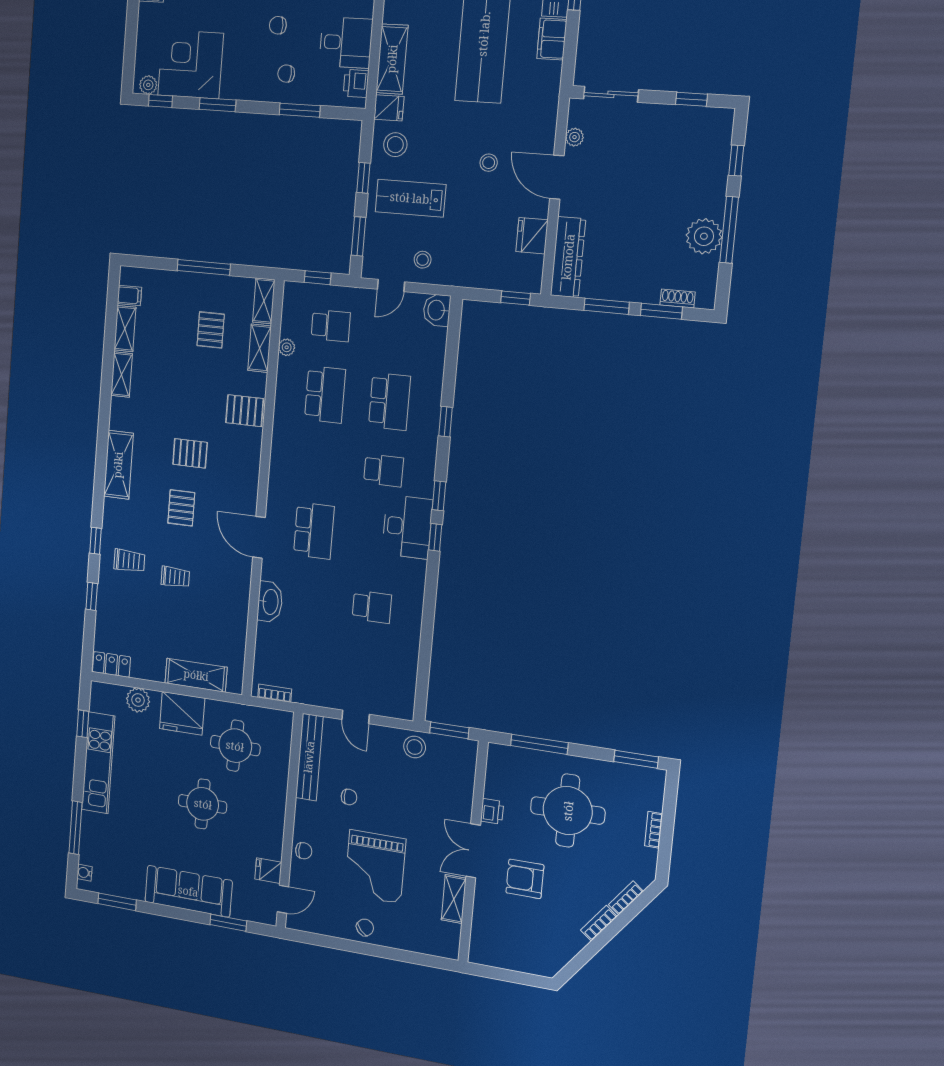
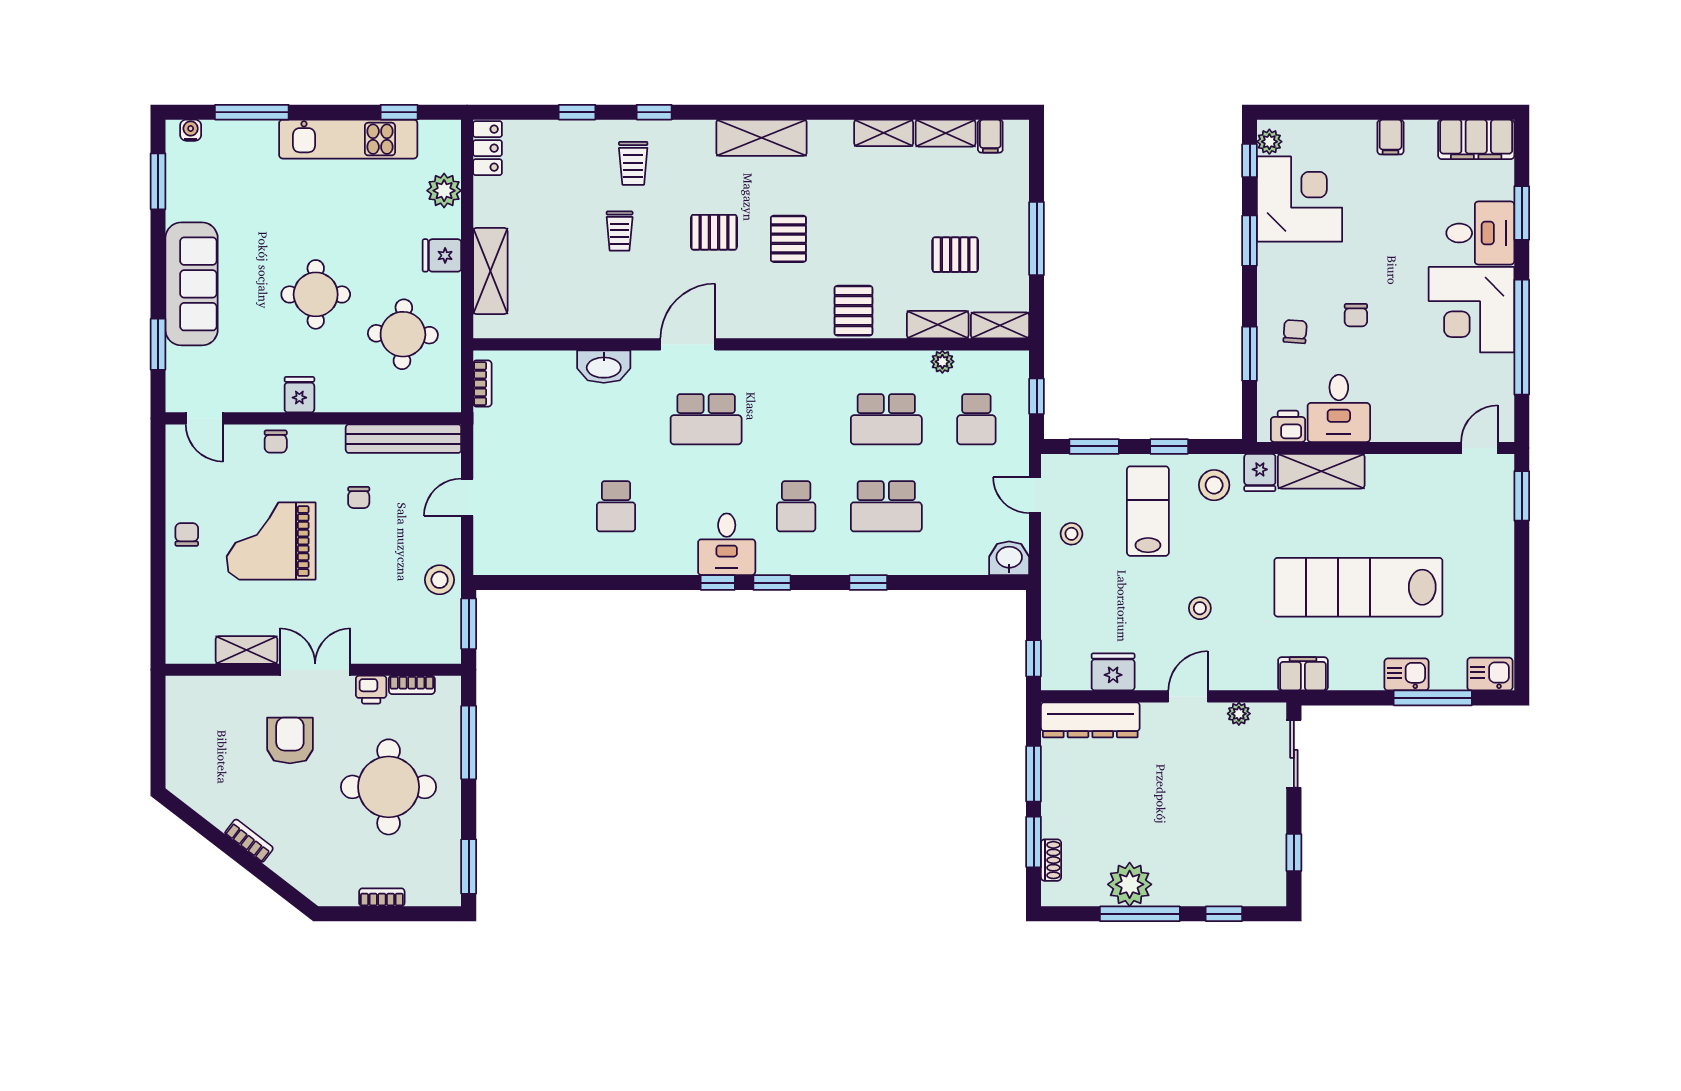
chair: (278, 25) -> (1356, 315), turned 180
filing cabinet: (552, 39) -> (1303, 674), moved
door: (557, 177) -> (1188, 696), width x0.73
desk: (407, 527) -> (727, 544), width x0.73
fridge: (182, 713) -> (442, 255), width x0.53, depth x0.75
fridge: (268, 871) -> (299, 395), moved
bookcase: (626, 898) -> (412, 685), moved, turned 142
chair: (365, 927) -> (187, 534), turned -138

